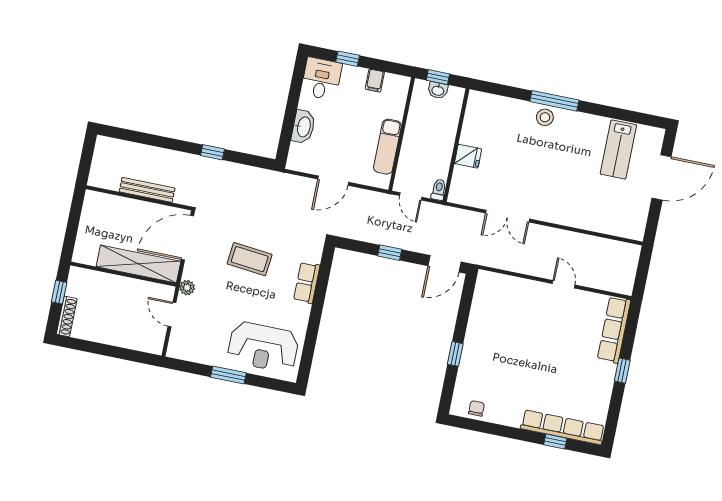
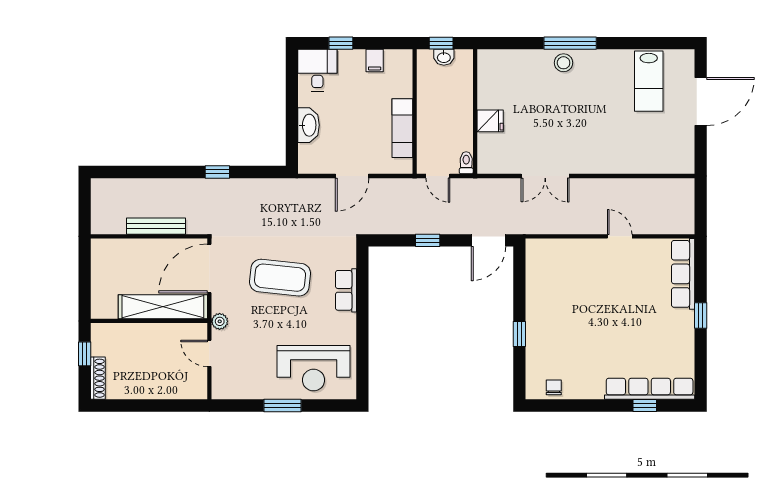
coffee table: (250, 259) -> (280, 278), width x1.36, depth x1.32

